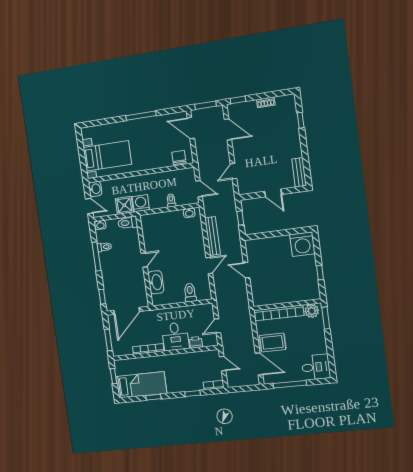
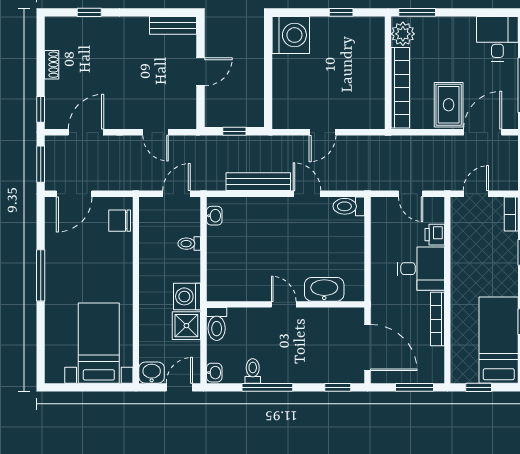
toilet: (190, 293) -> (349, 206), moved

